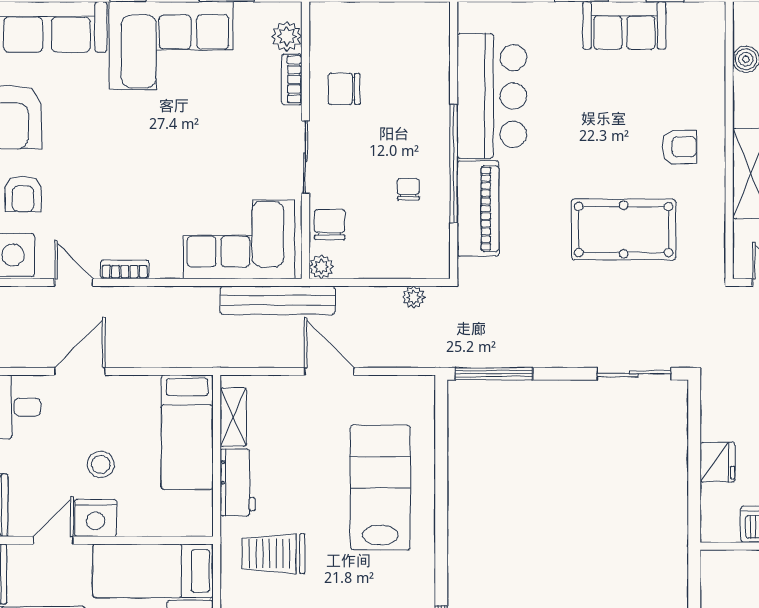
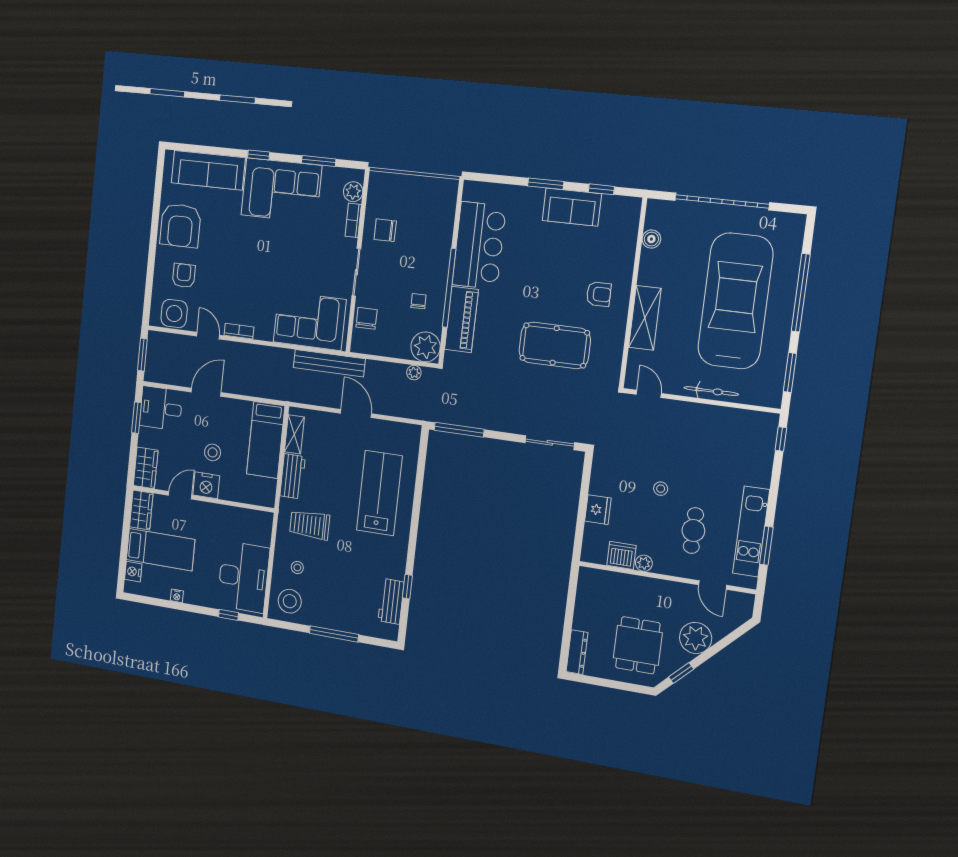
armchair: (23, 194) -> (184, 276), turned 180
plant: (321, 267) -> (426, 347), moved, width x1.88, depth x1.88
bed: (153, 571) -> (236, 524), removed

